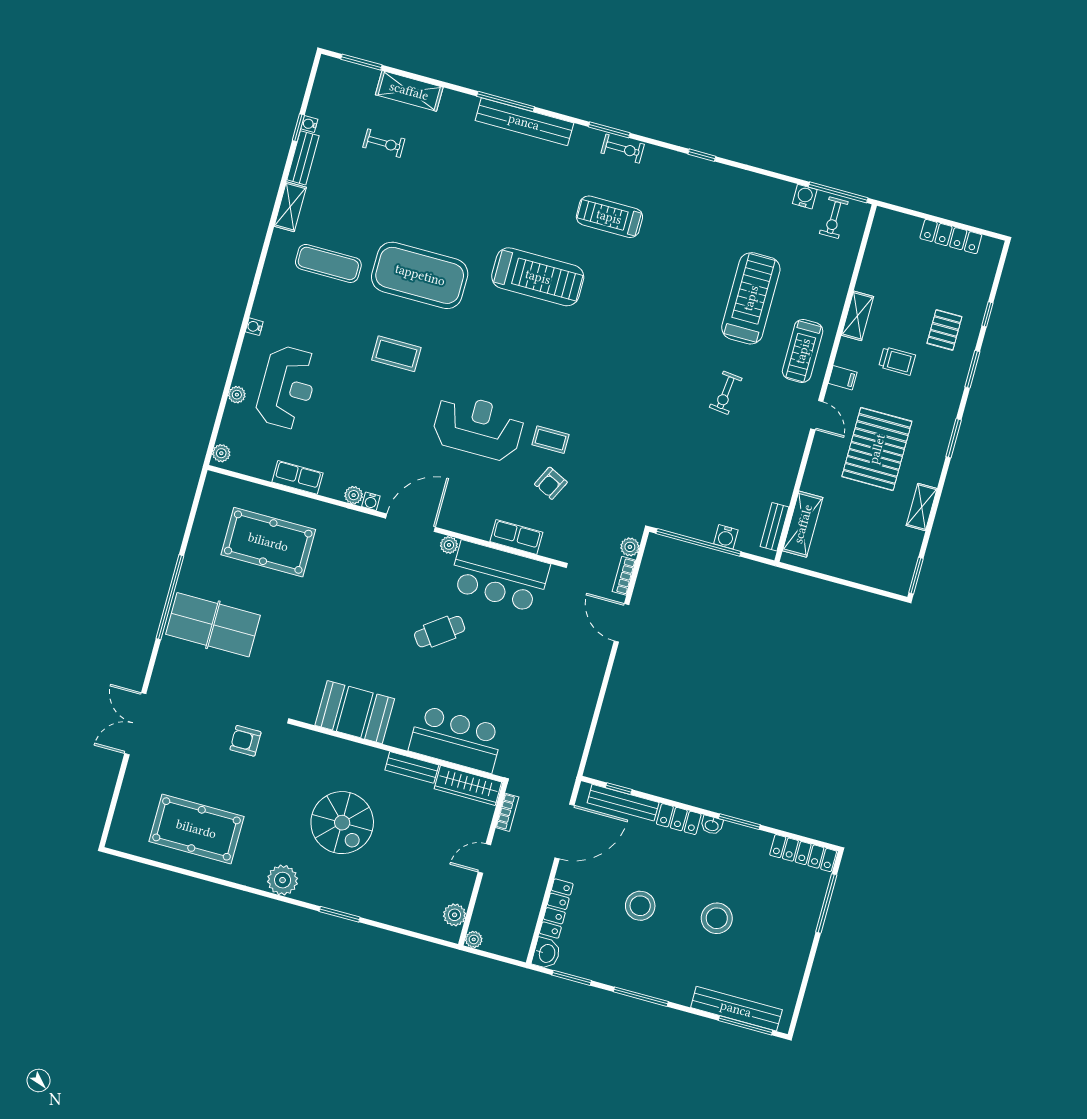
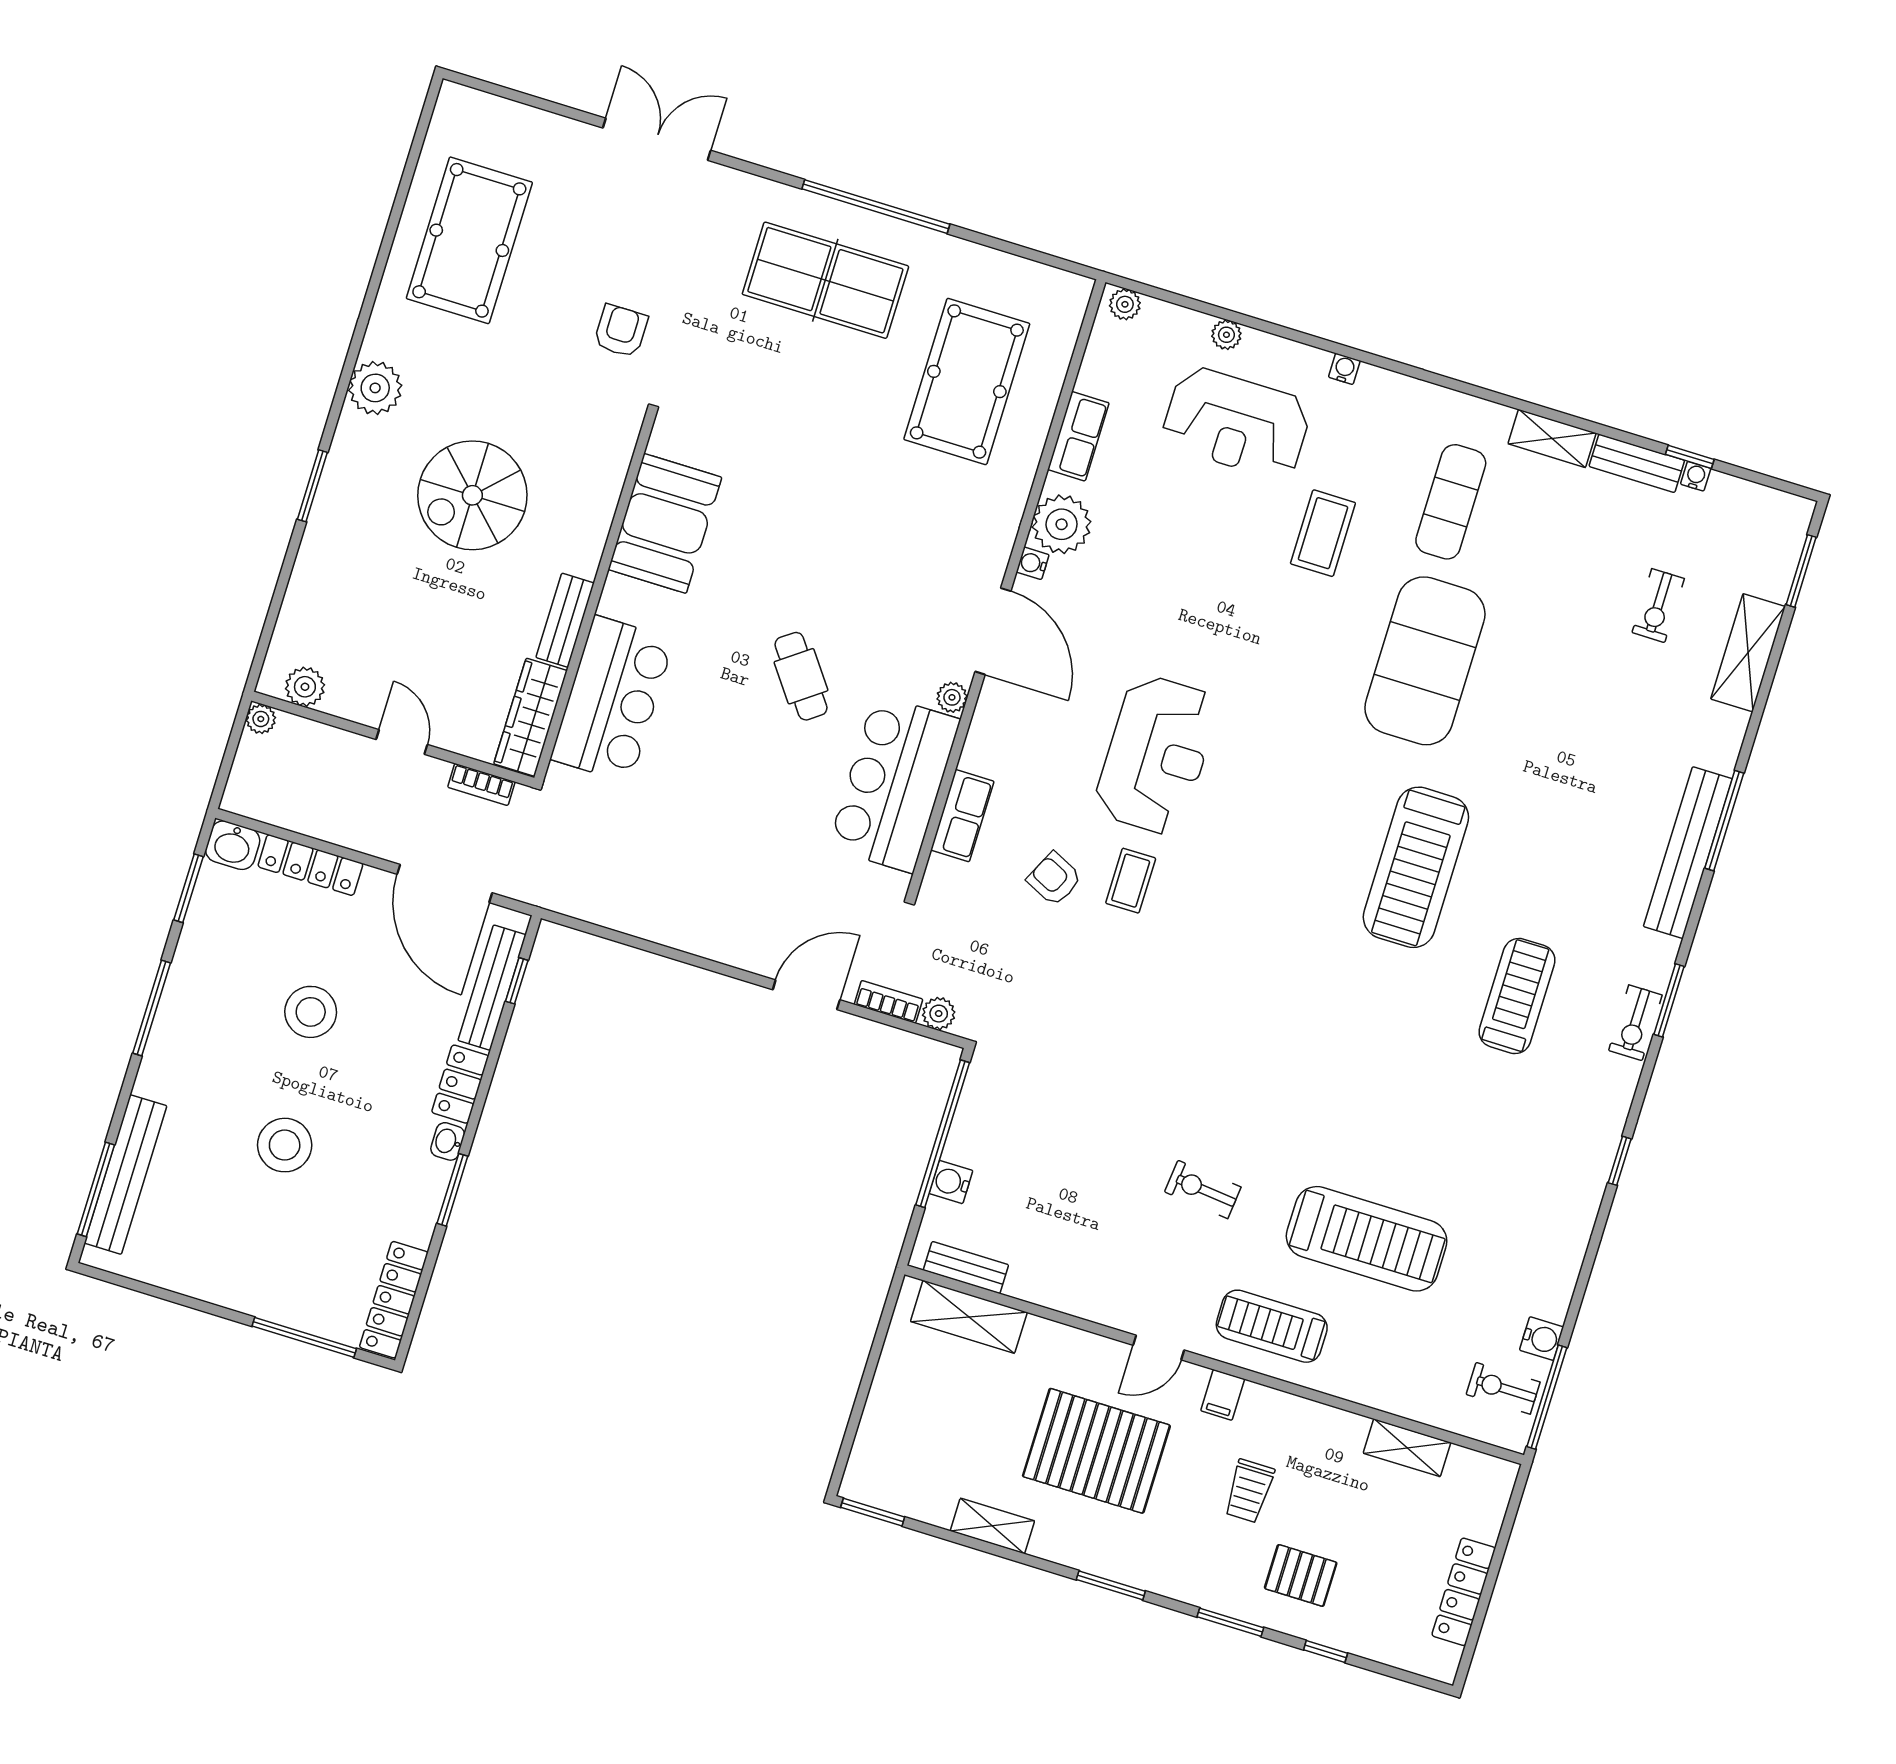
shelving: (857, 316) -> (1407, 1448), moved
coffee table: (396, 354) -> (1323, 533), moved
plant: (354, 495) -> (1062, 524), width x1.88, depth x1.88
table tennis table: (213, 625) -> (825, 280), turned 90

